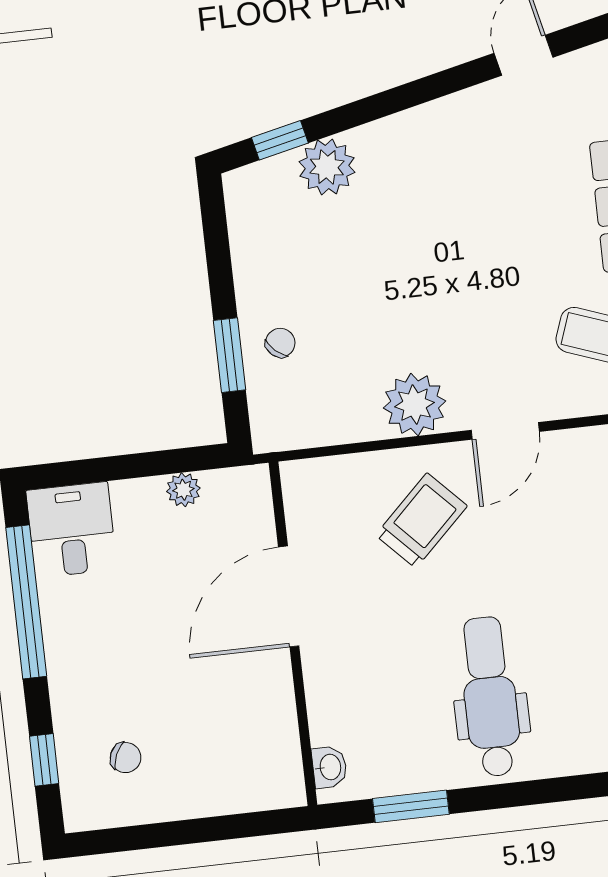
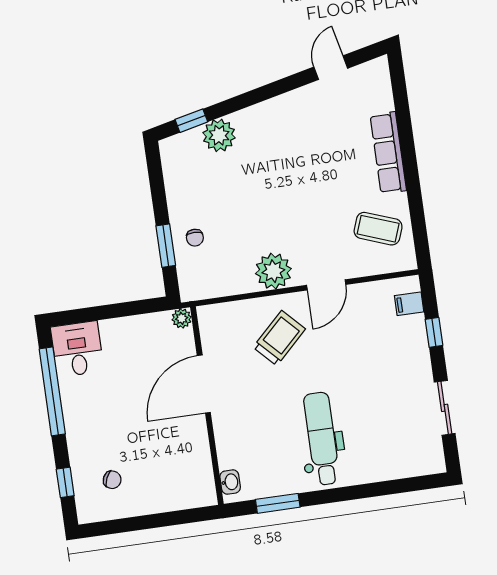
chair: (280, 343) -> (195, 238), turned 138
plant: (183, 490) -> (182, 318), moved

